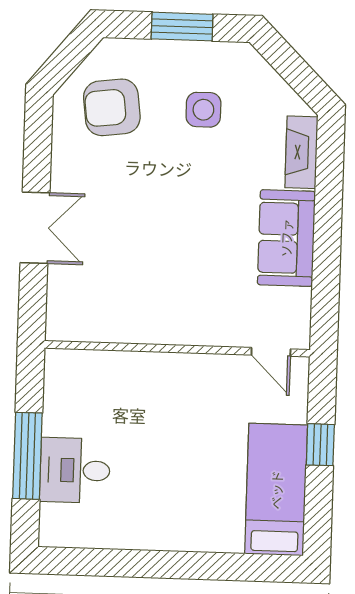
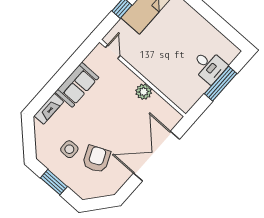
armchair: (112, 107) -> (96, 159), moved, turned -107
double door: (35, 228) -> (156, 156), width x1.87
plant: (155, 326) -> (144, 92), added

